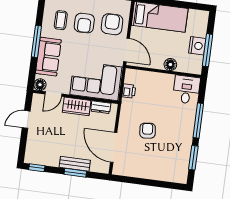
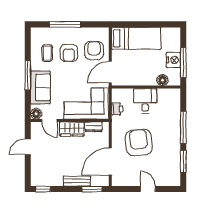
door: (127, 50) -> (110, 72), swing flipped
floor lamp: (170, 65) -> (163, 80), moved
desk: (186, 90) -> (145, 101), moved
door: (53, 94) -> (49, 121), hinge flipped
armchair: (148, 131) -> (139, 142), width x1.88, depth x1.88
door: (114, 147) -> (110, 162), hinge flipped
window: (75, 173) -> (92, 189), moved
door: (151, 183) -> (148, 189), added

